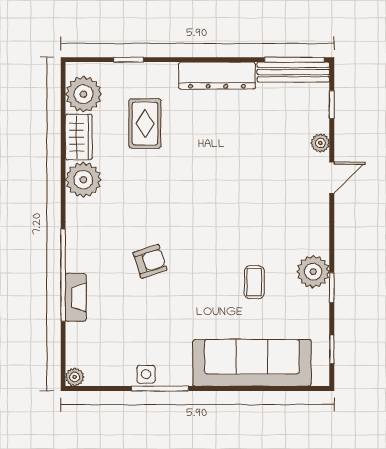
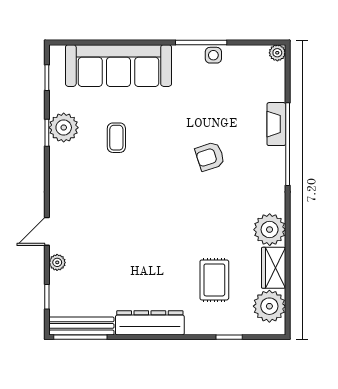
plant: (313, 272) -> (64, 128), moved

